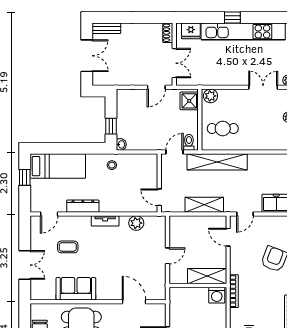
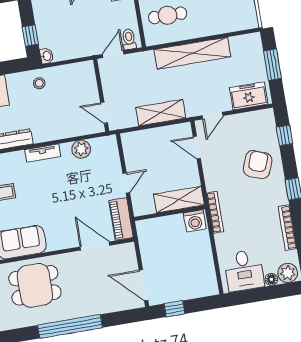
shelving: (217, 162) -> (192, 53), moved
piano: (159, 284) -> (121, 219), added

